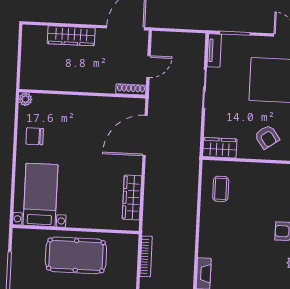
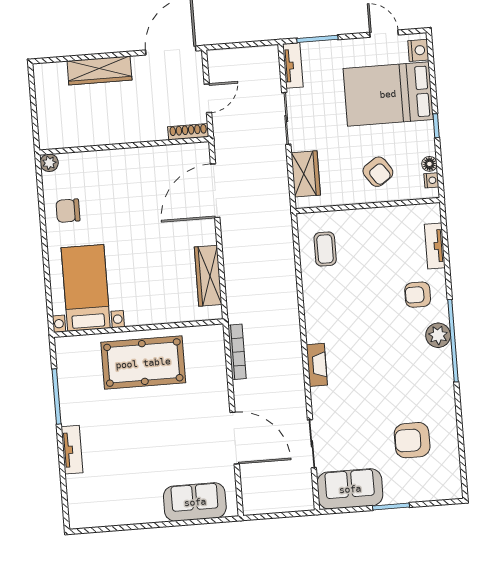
wardrobe: (220, 148) -> (306, 174), moved, turned 90

